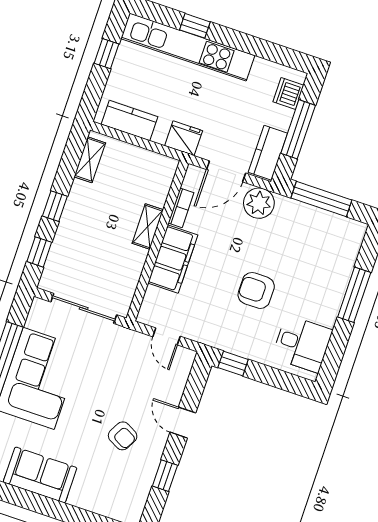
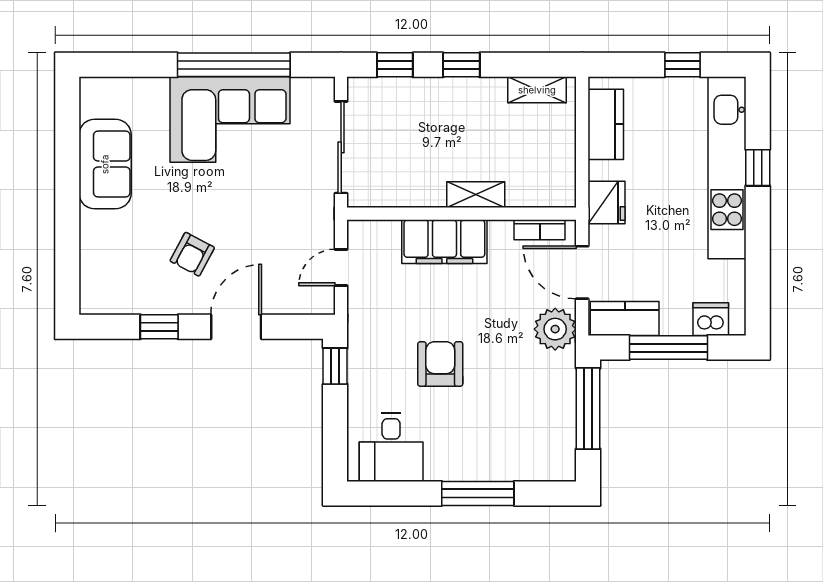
bookcase: (181, 208) -> (540, 230), moved
door: (183, 423) -> (236, 327), width x1.38

